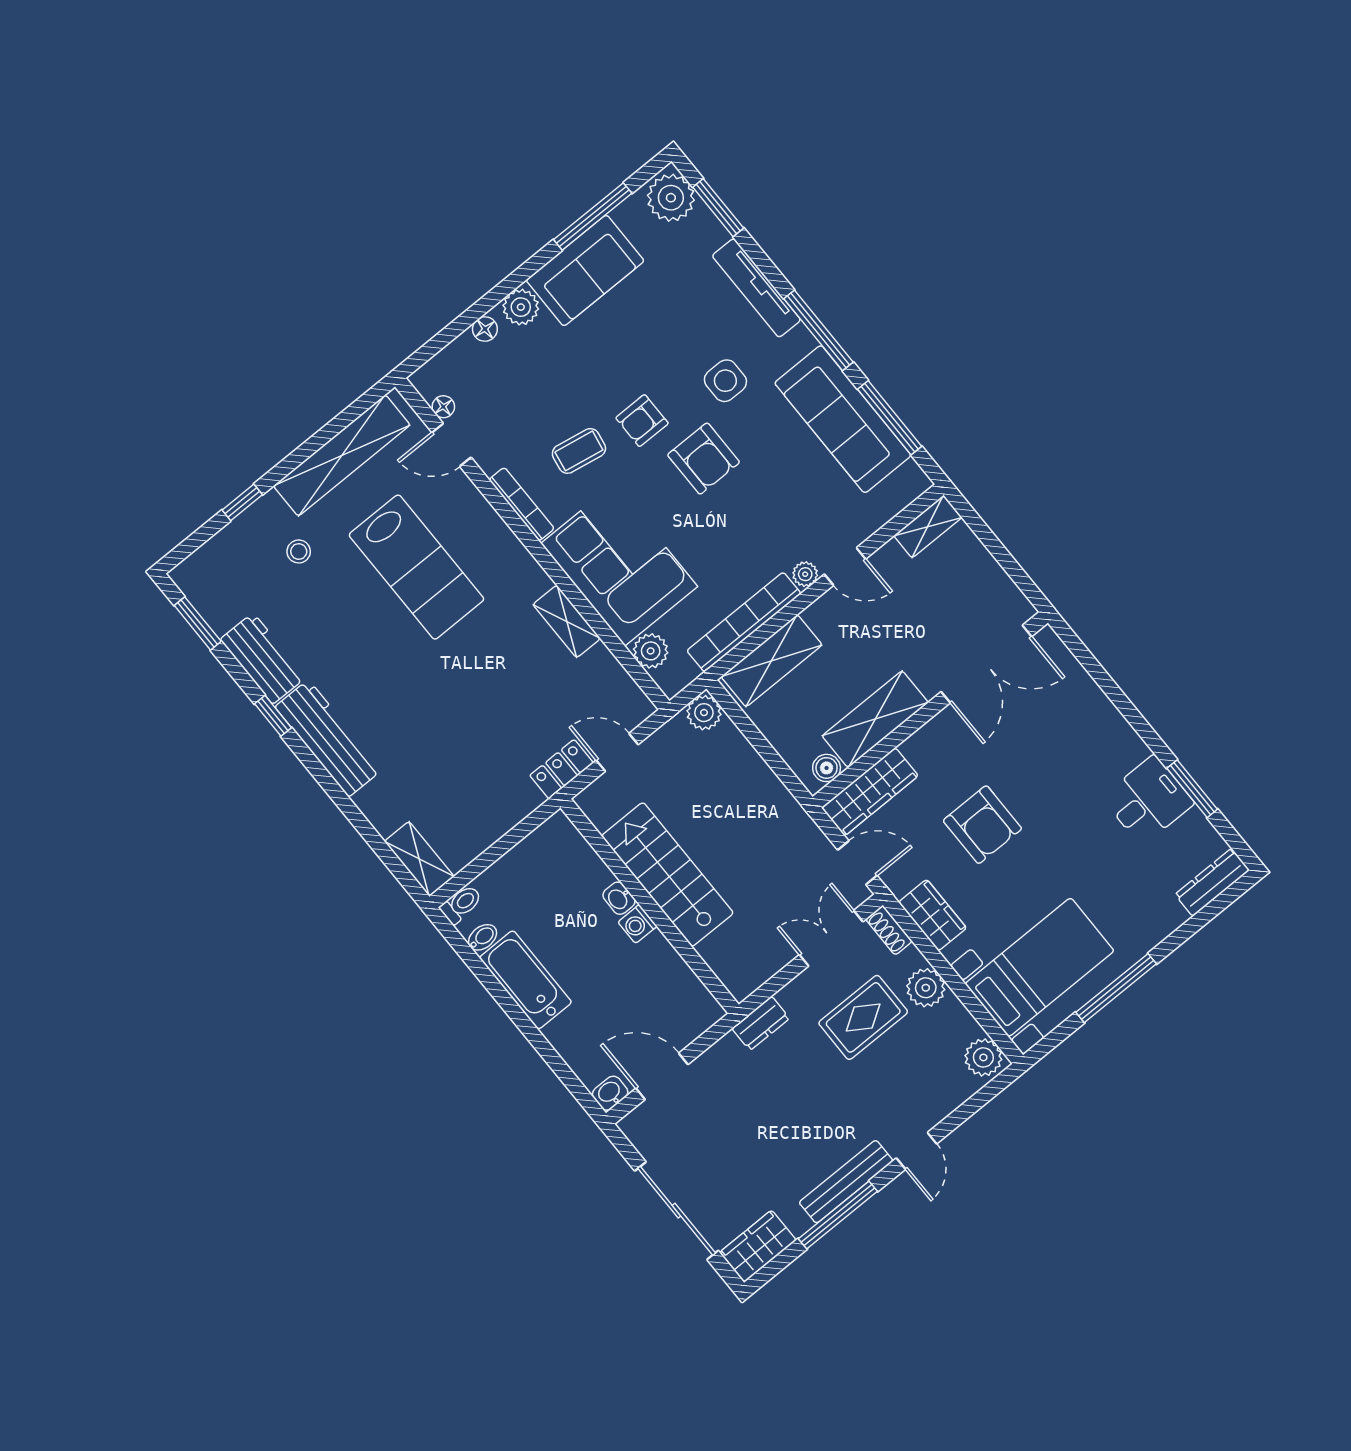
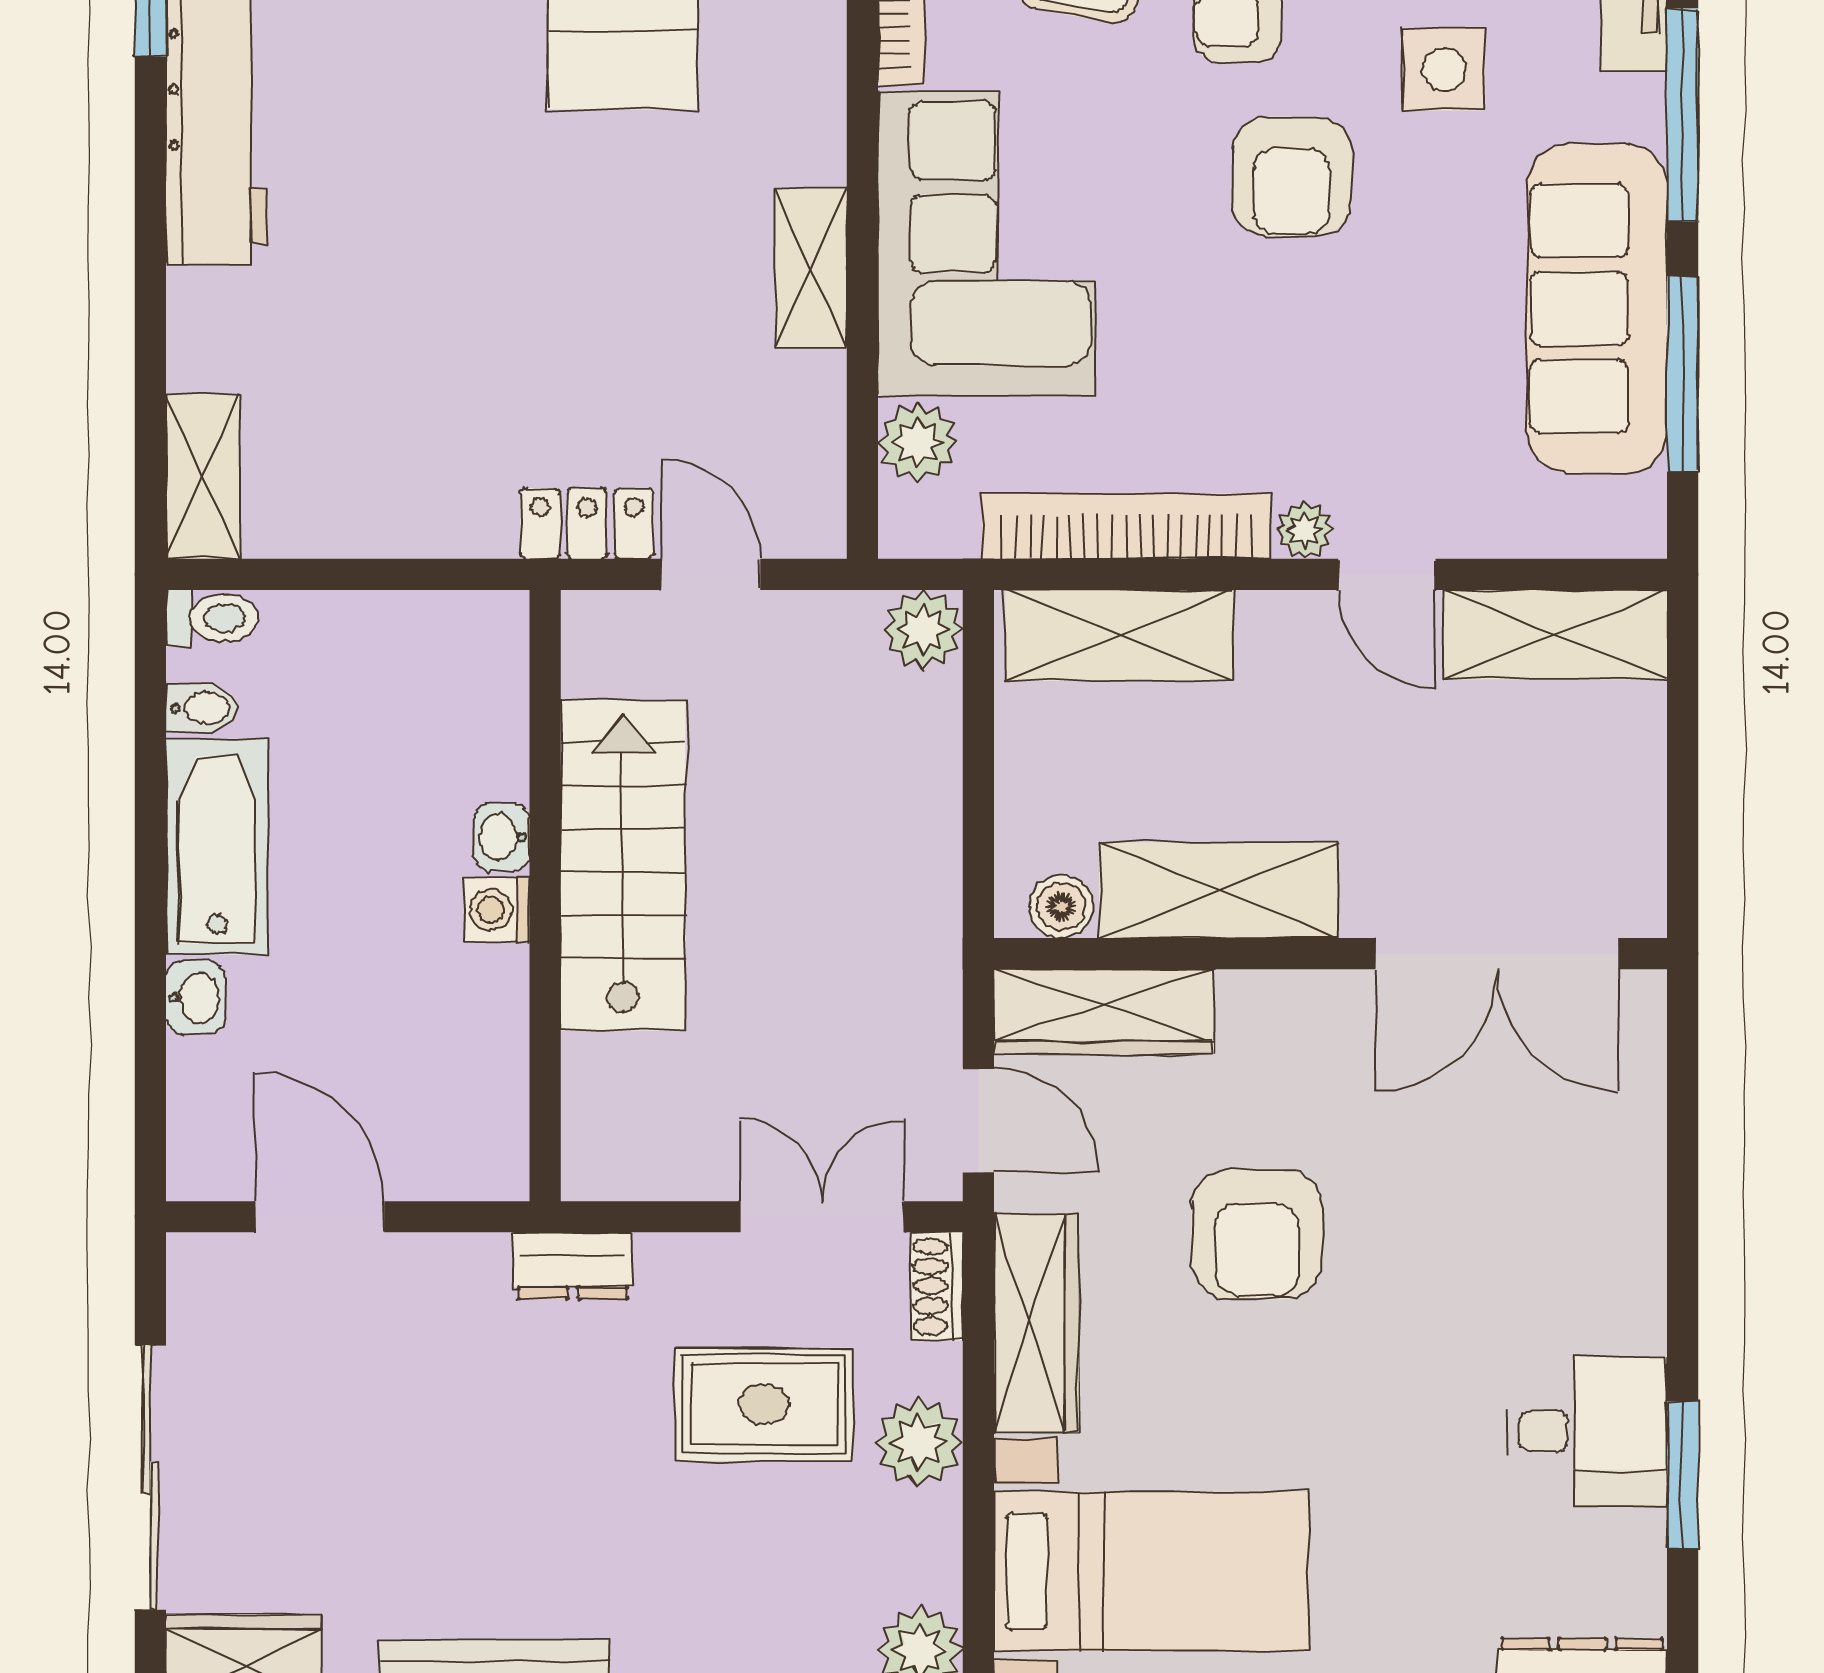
shelving: (928, 527) -> (1555, 635), width x1.50, depth x1.33
wardrobe: (933, 915) -> (1036, 1323), width x1.50
washbasin: (610, 1093) -> (196, 998), moved, turned 90

